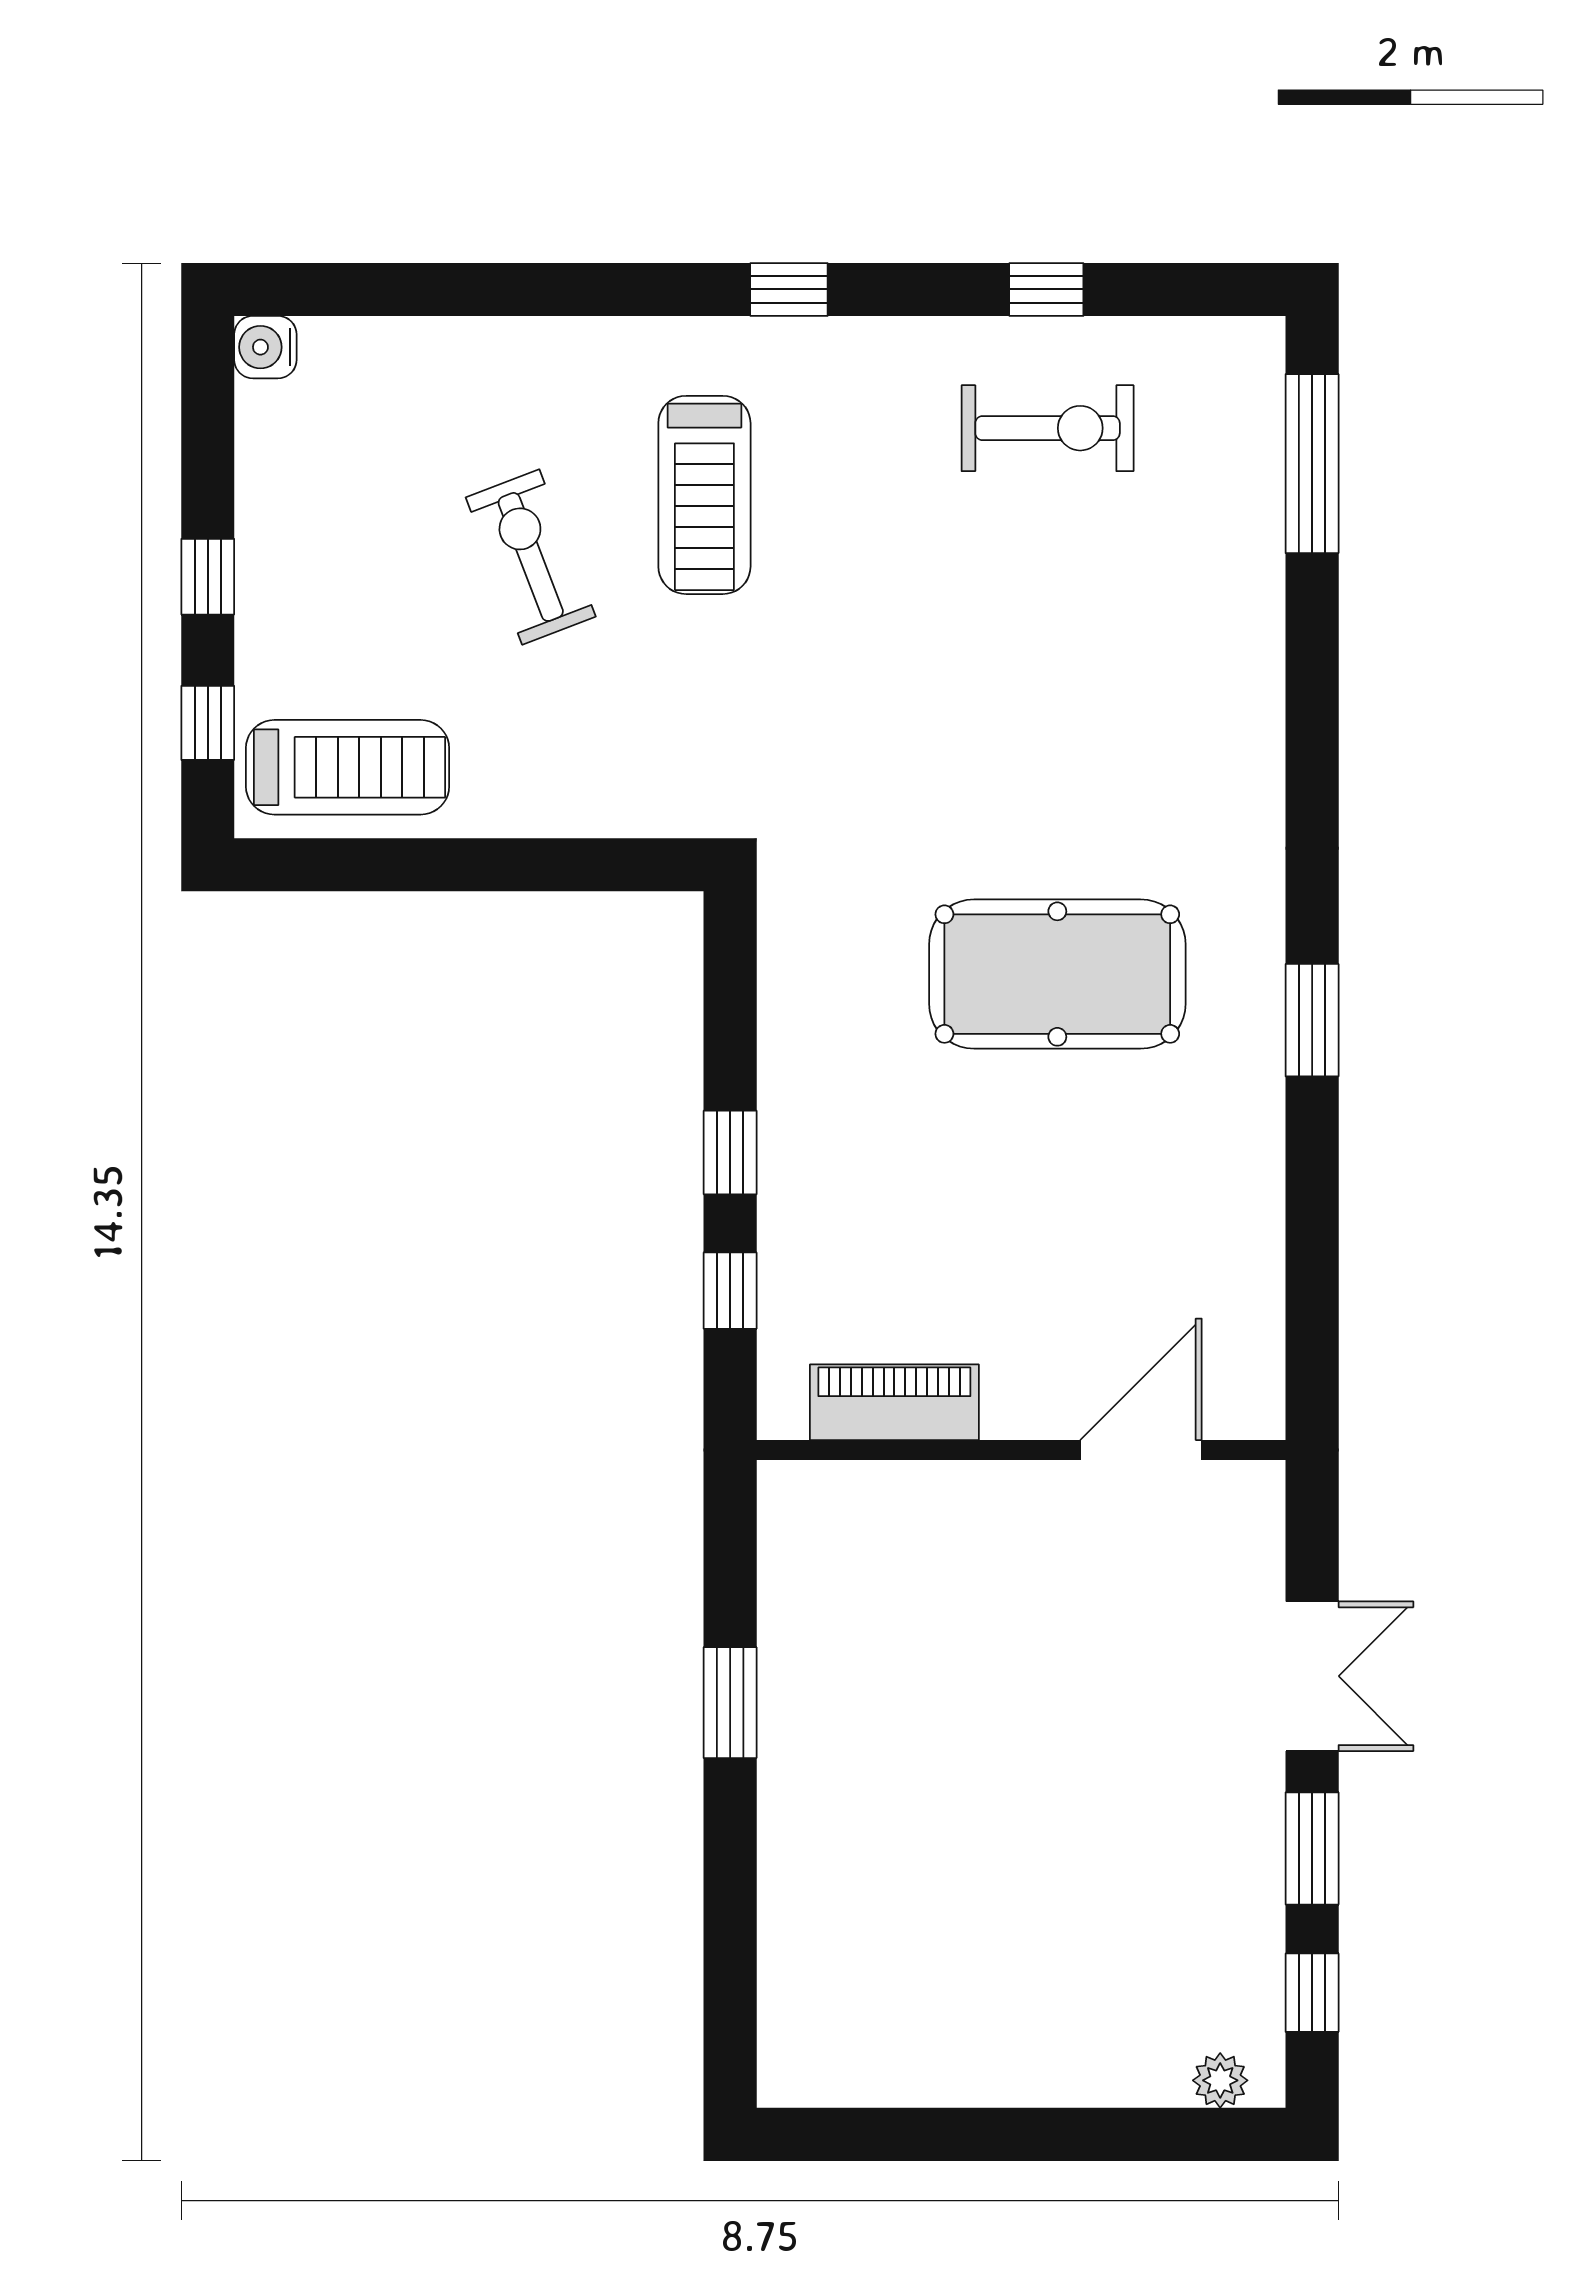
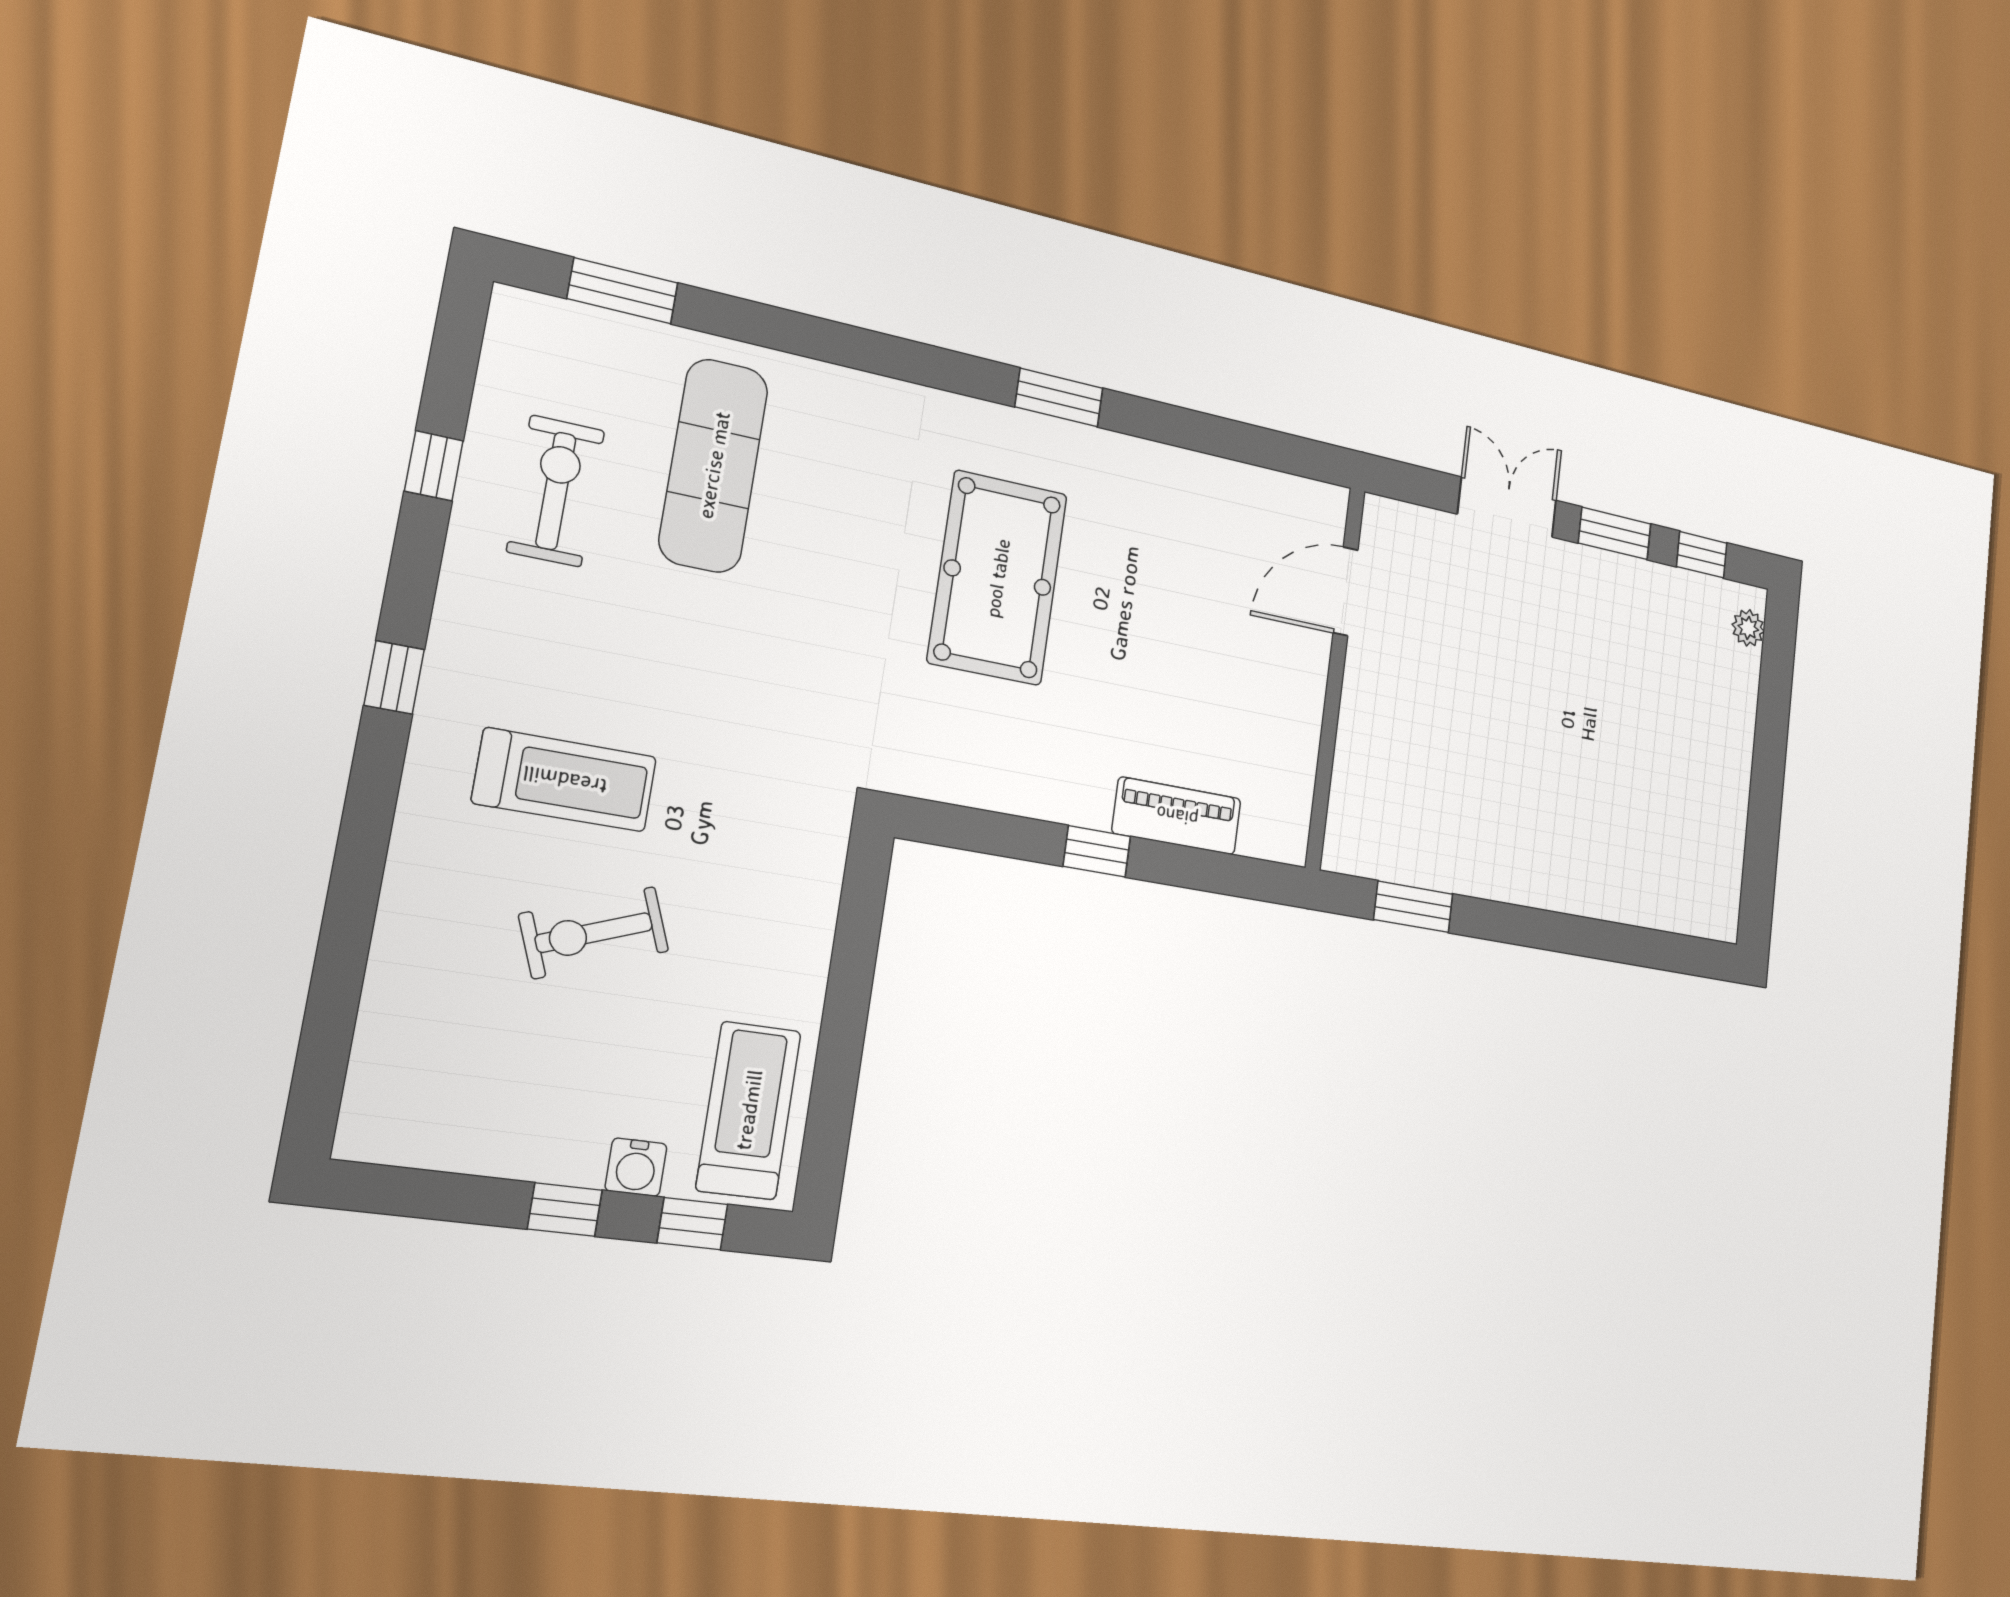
water cooler: (265, 347) -> (636, 1167), moved
window: (1312, 464) -> (623, 291), width x0.69
exercise mat: (1121, 604) -> (714, 465), added
window: (730, 1291) -> (1198, 869), removed
piano: (894, 1402) -> (1177, 816), moved, turned 90
door: (1141, 1450) -> (1346, 591), hinge flipped
window: (730, 1703) -> (1413, 907), moved

